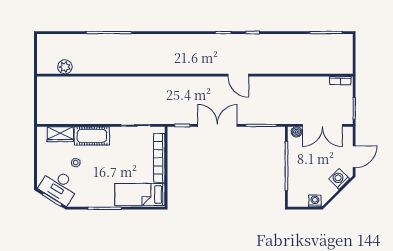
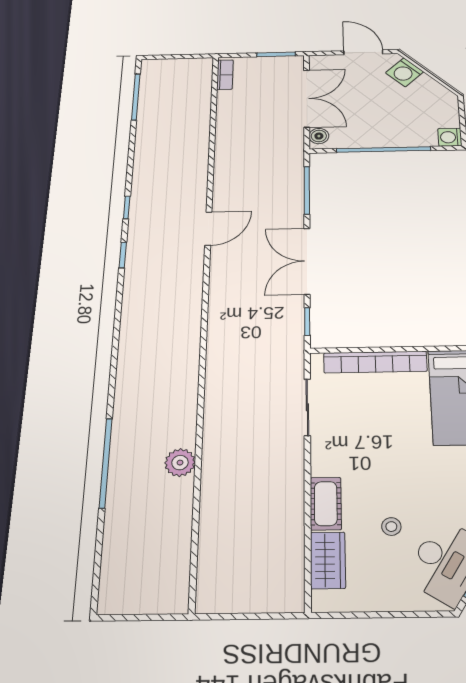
plant: (65, 67) -> (180, 463), moved
cot: (92, 136) -> (326, 504), width x0.73, depth x0.75
washing machine: (315, 201) -> (450, 137), moved

